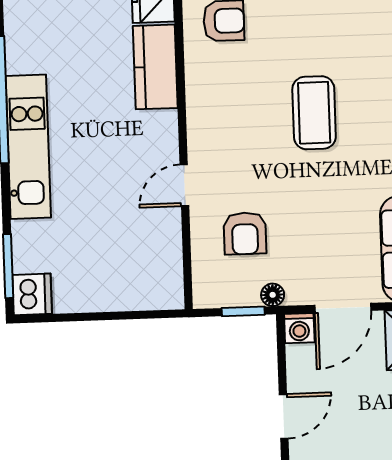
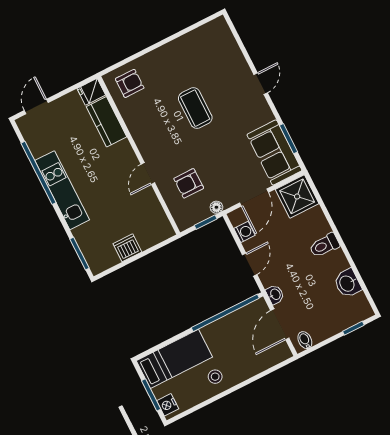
armchair: (245, 233) -> (189, 183), turned 90
dishwasher: (32, 294) -> (127, 248), moved, turned -90
washing machine: (299, 328) -> (244, 232), moved, turned -90

